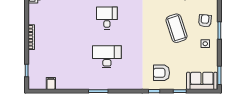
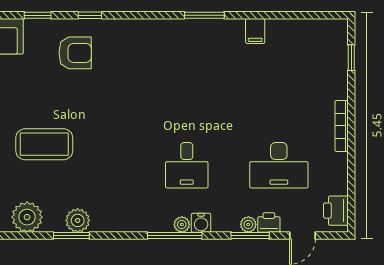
coffee table: (176, 28) -> (44, 144), turned -72
desk: (107, 57) -> (279, 165), moved
filing cabinet: (51, 83) -> (255, 31), moved

